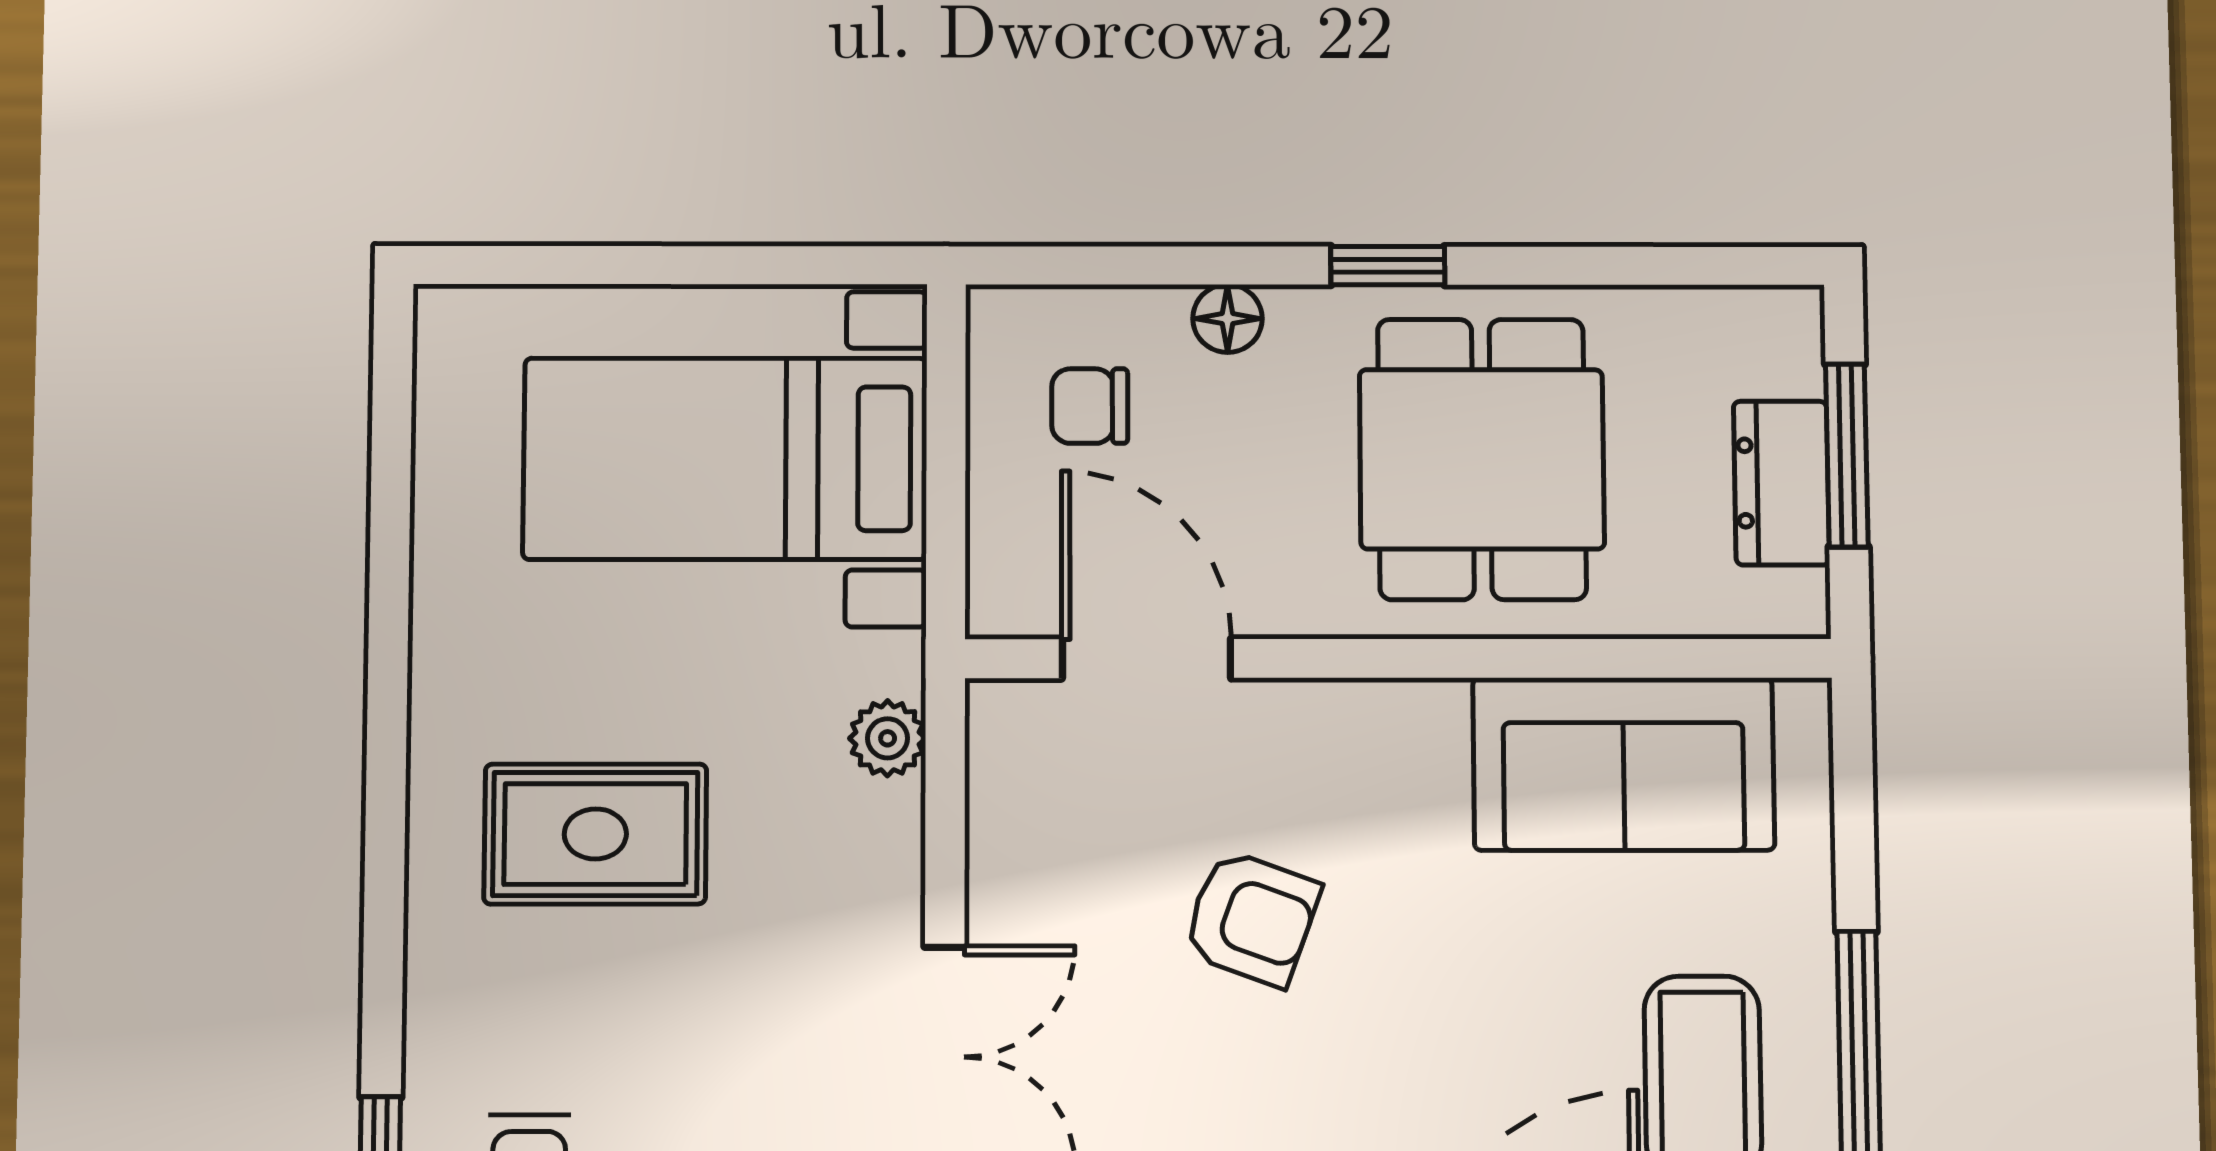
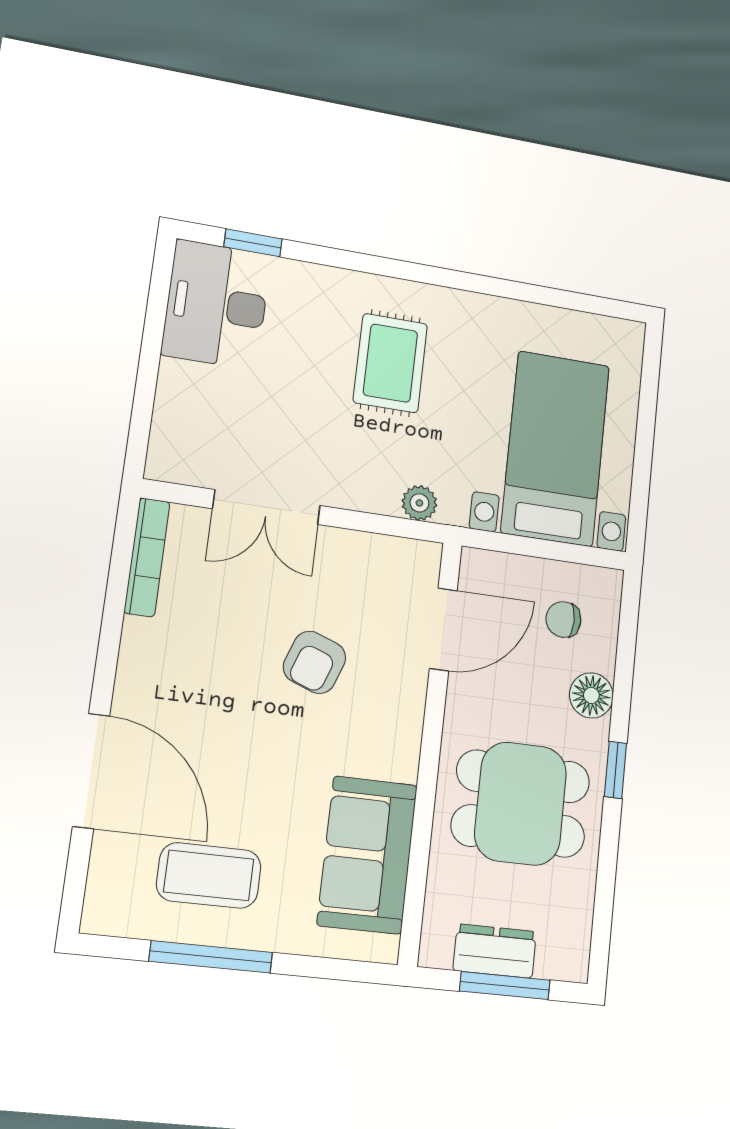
floor lamp: (1228, 319) -> (591, 695), width x1.37, depth x1.37
chair: (1090, 406) -> (563, 619), turned -90

